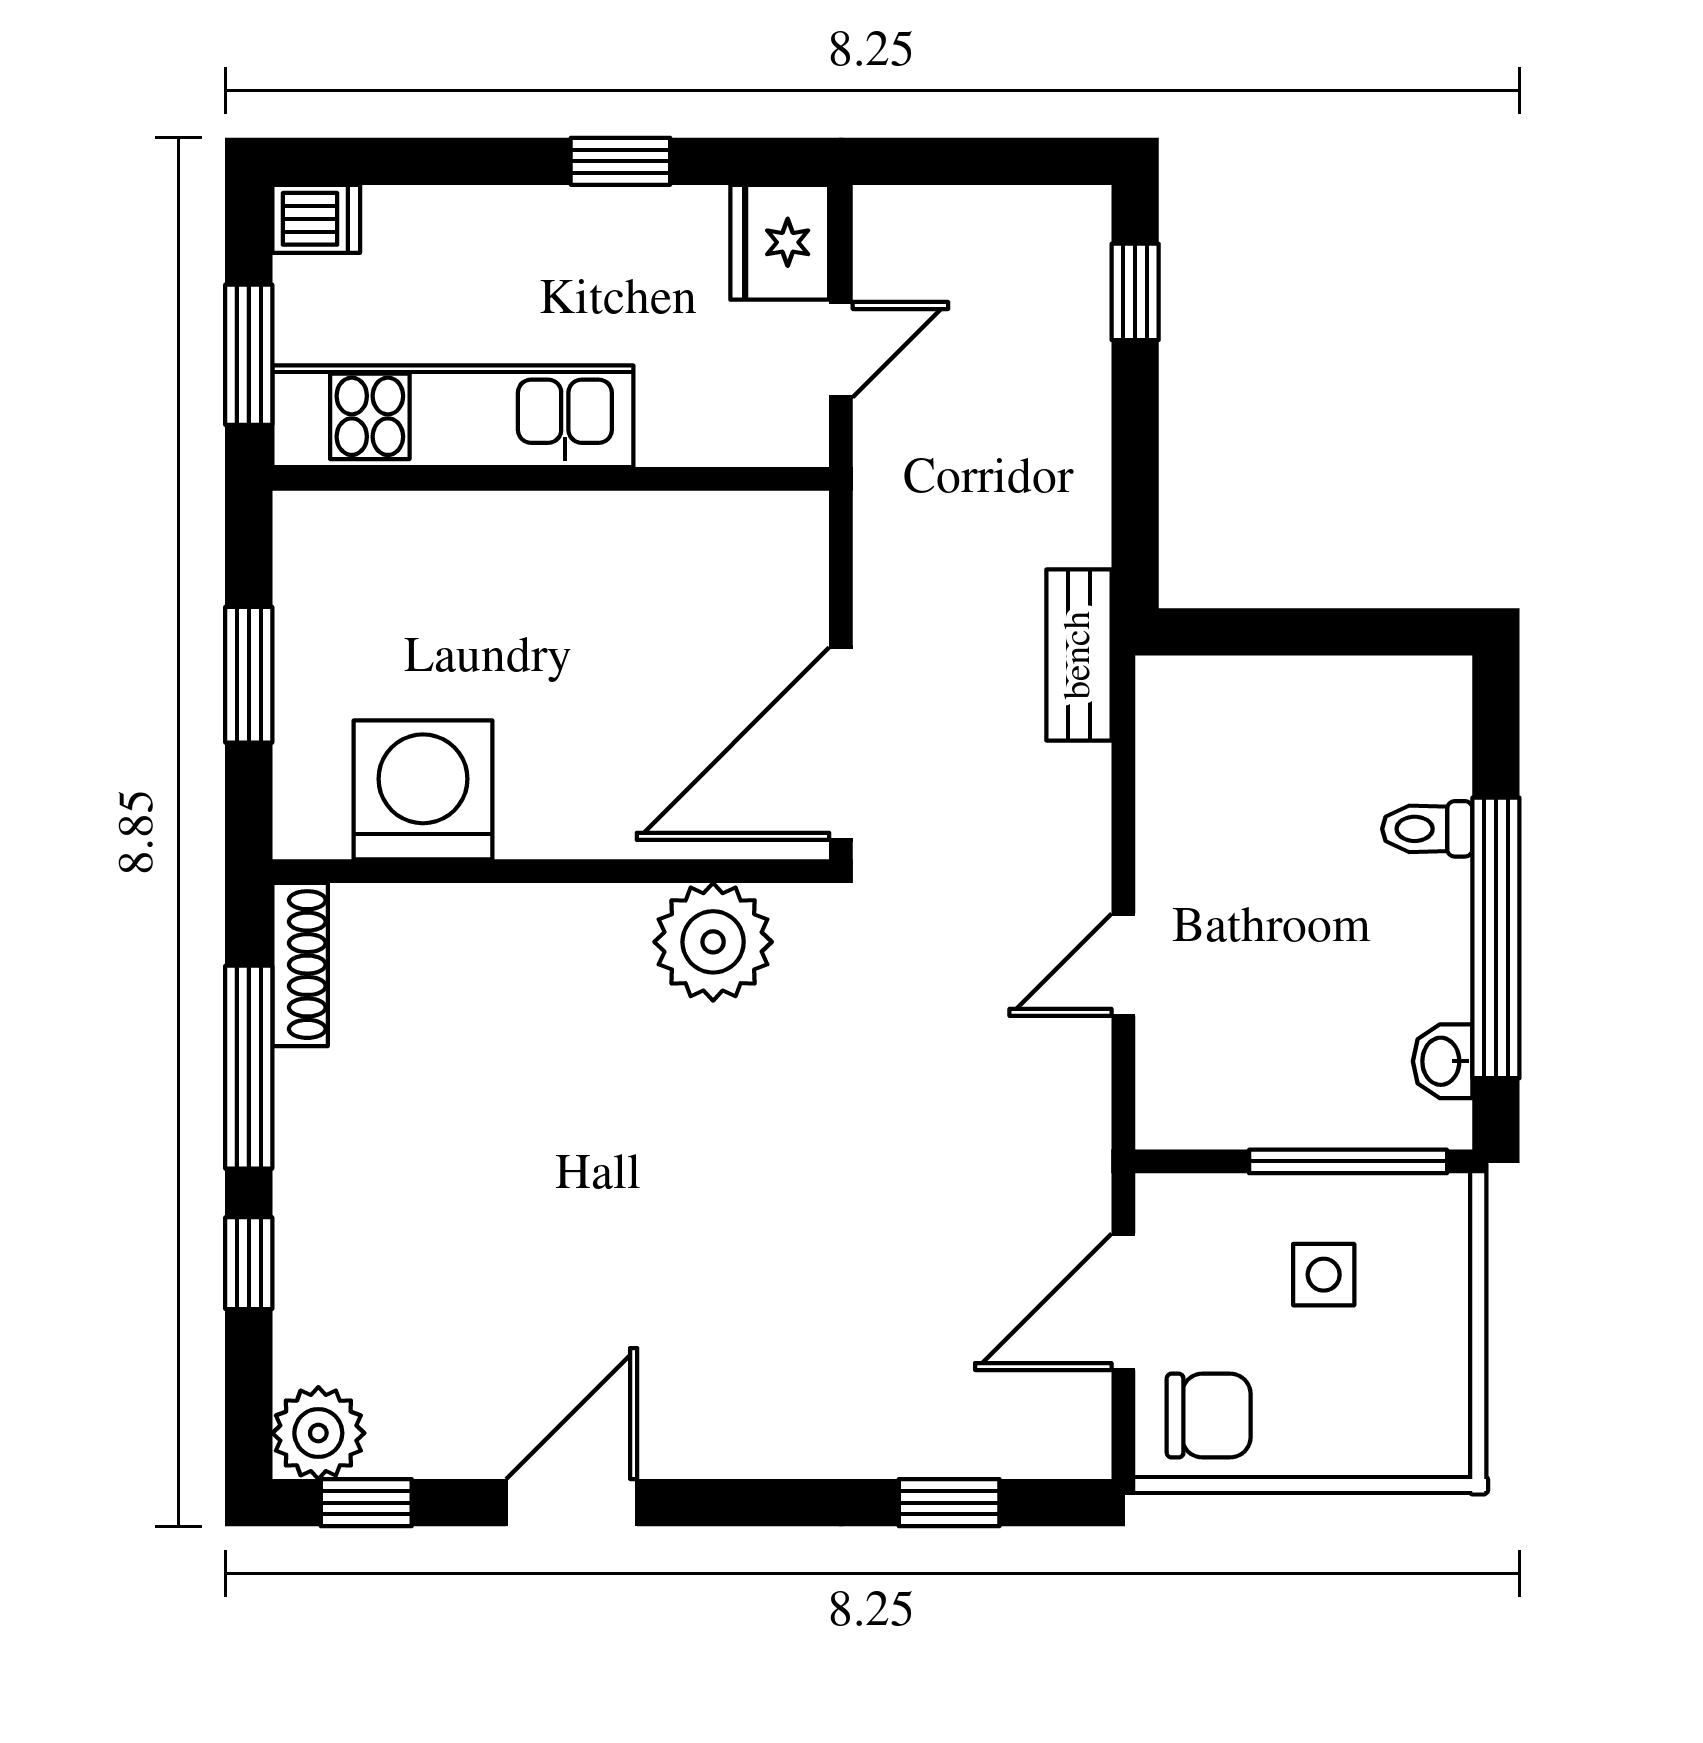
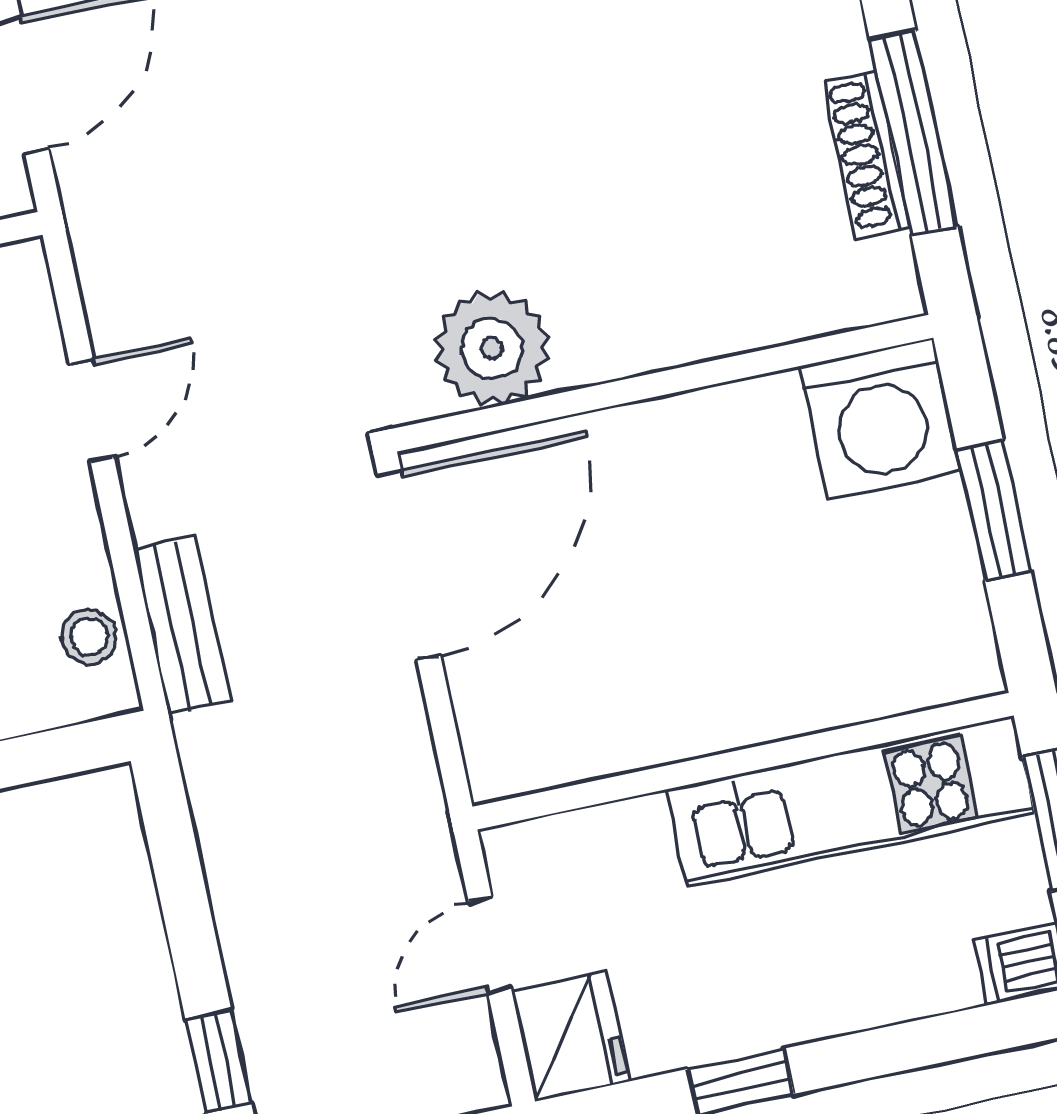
bench: (1079, 655) -> (182, 625), moved
stool: (1174, 741) -> (89, 637), added
washing machine: (423, 790) -> (881, 419), moved
shoe rack: (300, 965) -> (866, 154), moved

